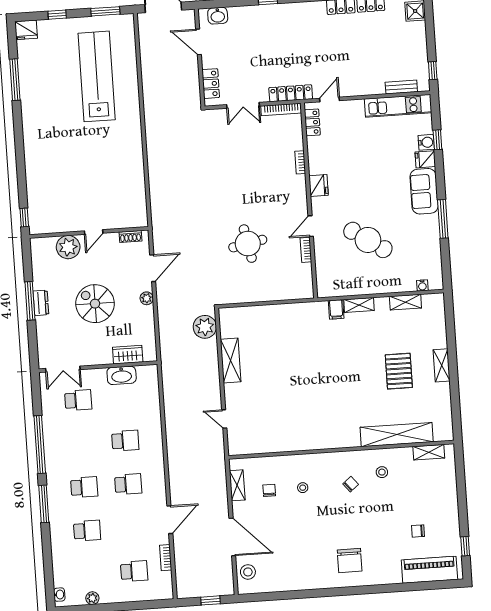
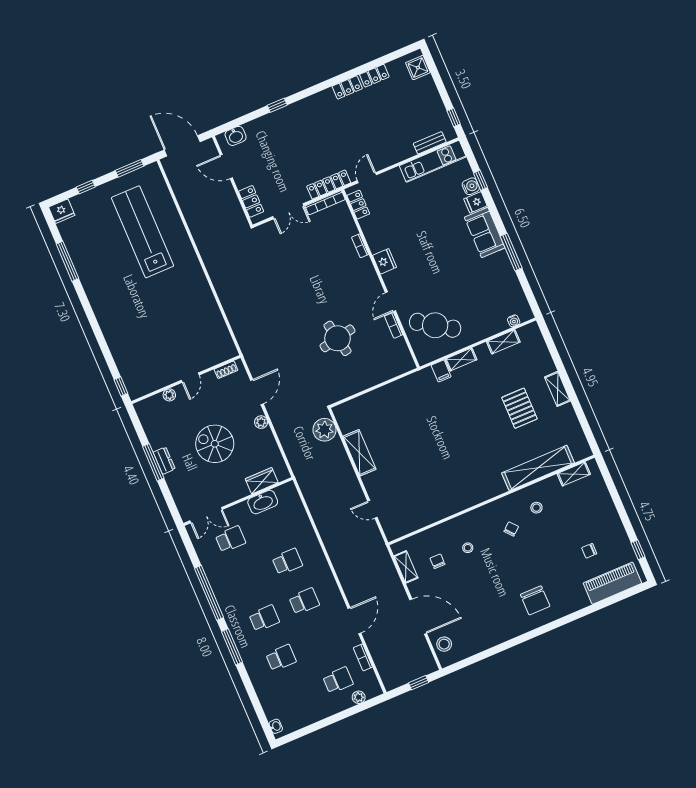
cafe table: (368, 240) -> (435, 325), moved
plant: (68, 247) -> (169, 395), width x0.53, depth x0.53
plant: (92, 598) -> (359, 697), moved

